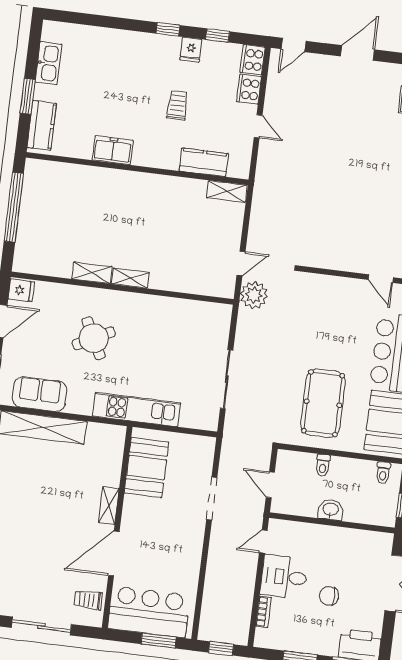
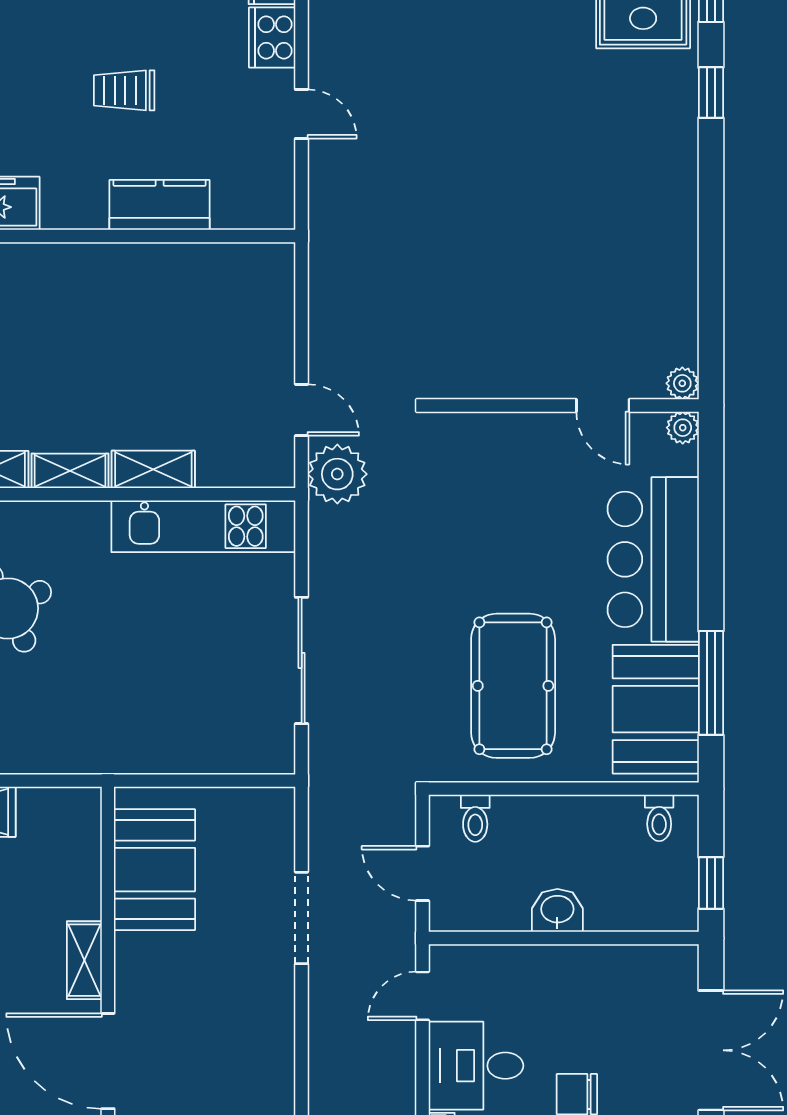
trolley: (177, 105) -> (124, 90), turned -90
kitchen counter: (204, 162) -> (160, 205), moved
shelving: (227, 191) -> (153, 469), moved
door: (241, 263) -> (302, 410), hinge flipped
kitchen unit: (137, 409) -> (203, 526), moved, turned 180
toilet: (323, 465) -> (475, 818), moved
door: (114, 554) -> (108, 1061), hinge flipped

